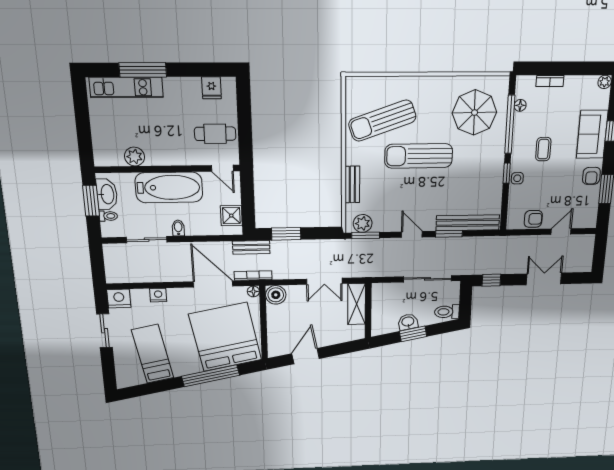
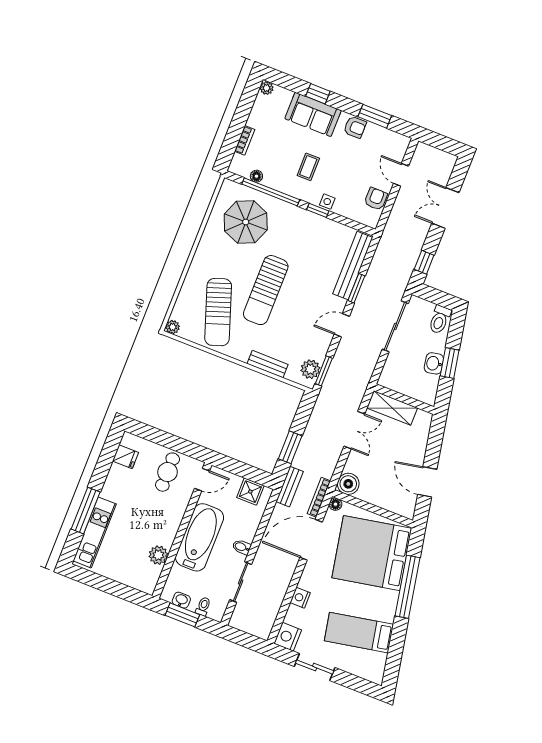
plant: (352, 83) -> (173, 327), added
coffee table: (543, 149) -> (308, 167), turned 90
washbasin: (107, 194) -> (181, 600), width x0.52, depth x0.69

